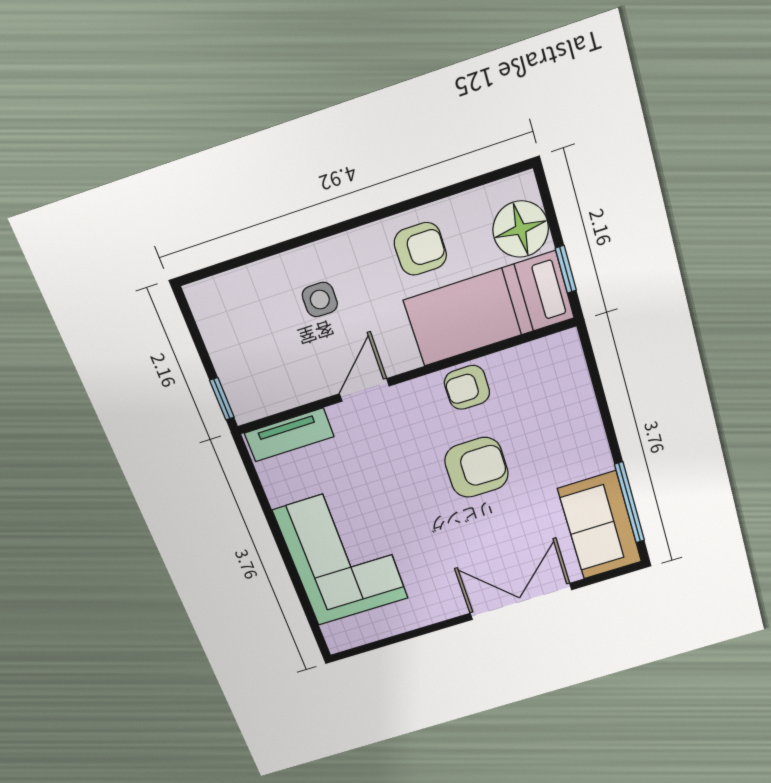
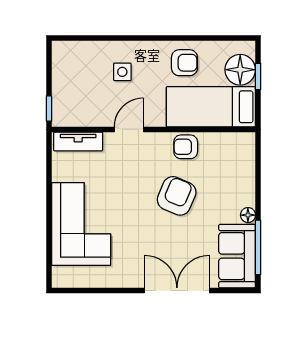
window: (566, 269) -> (258, 76), moved
floor lamp: (600, 460) -> (248, 215), added
armchair: (477, 467) -> (177, 196), turned -67

